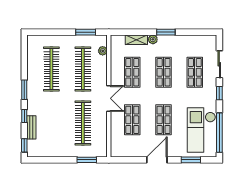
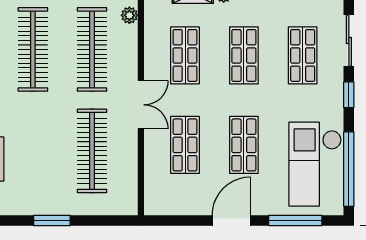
window: (87, 160) -> (52, 220), moved
window: (191, 160) -> (295, 220), width x1.44

